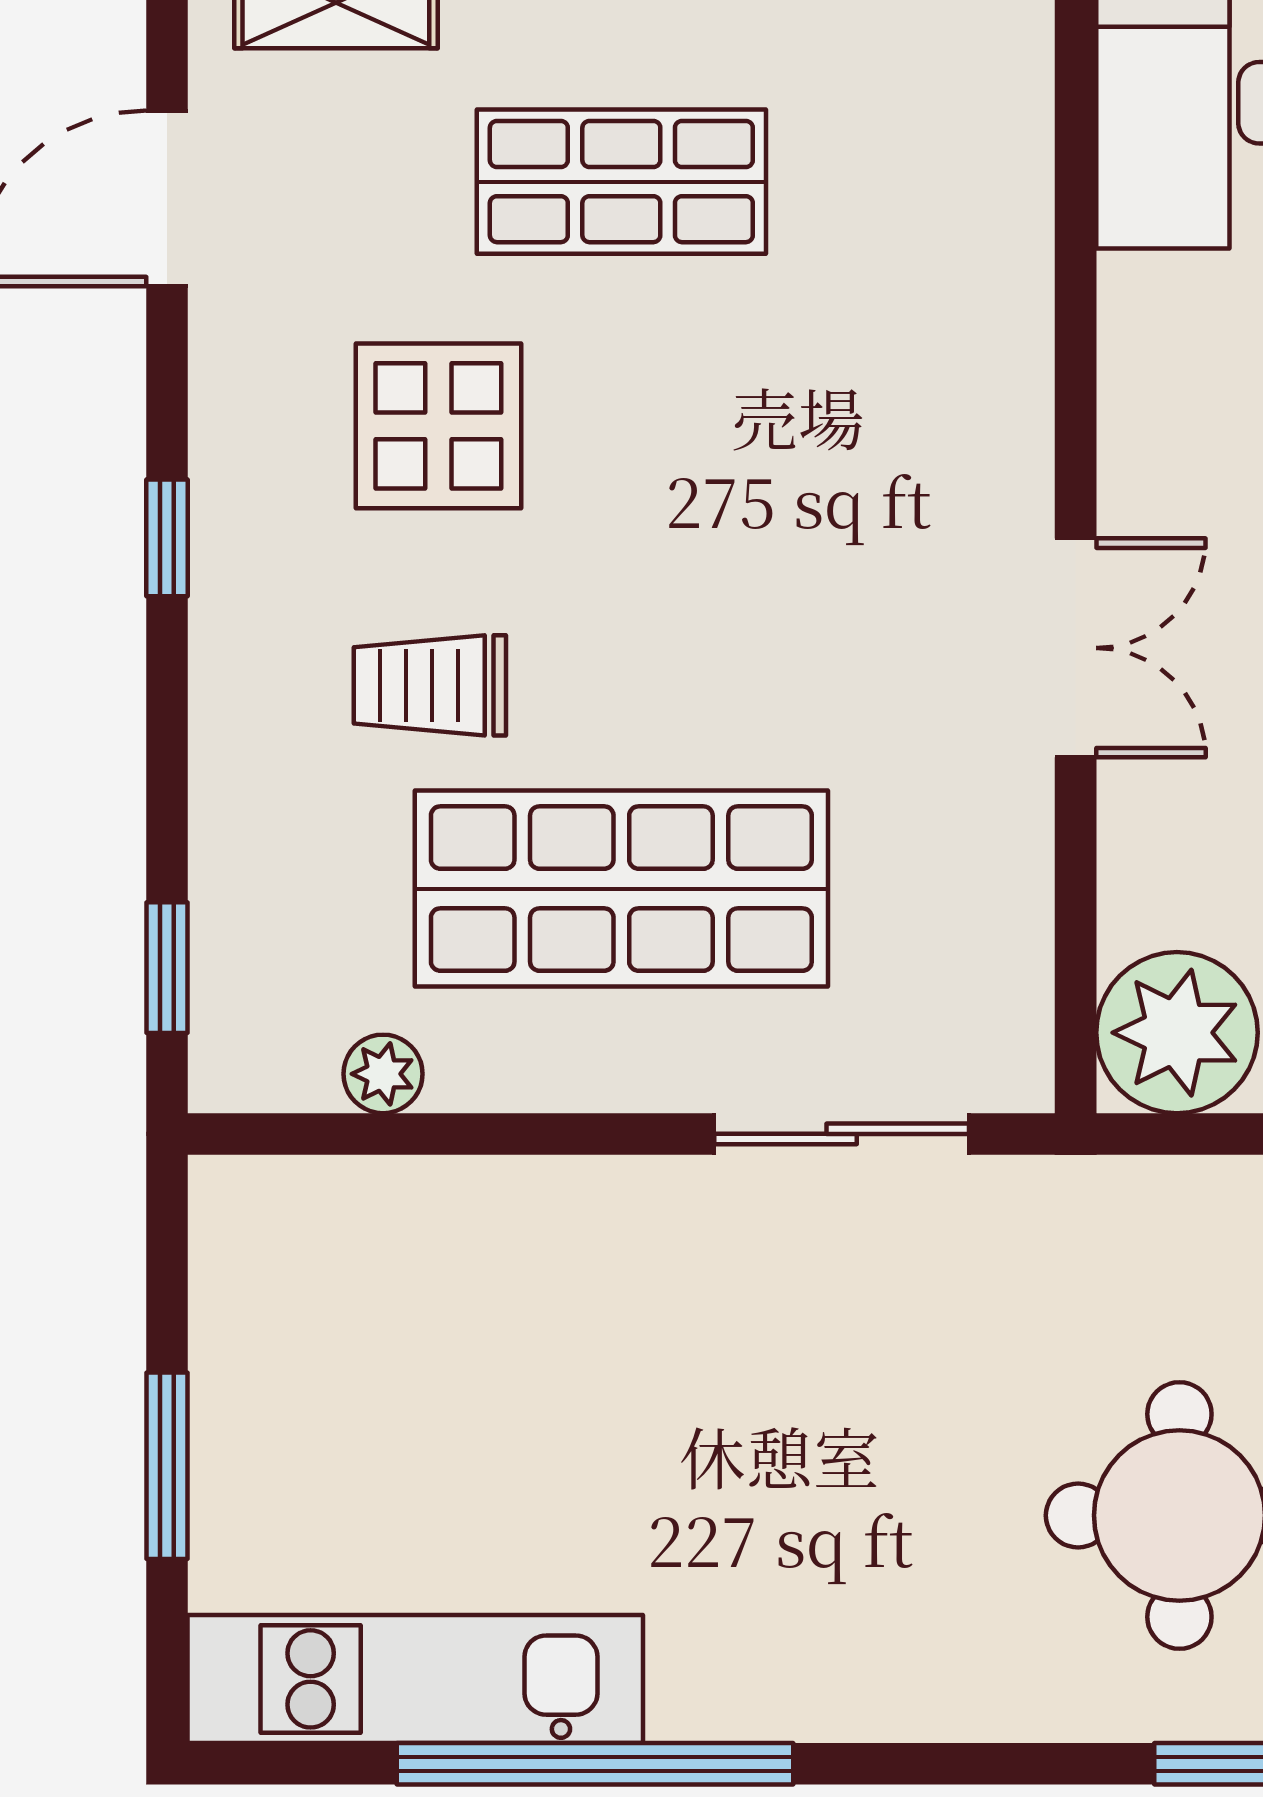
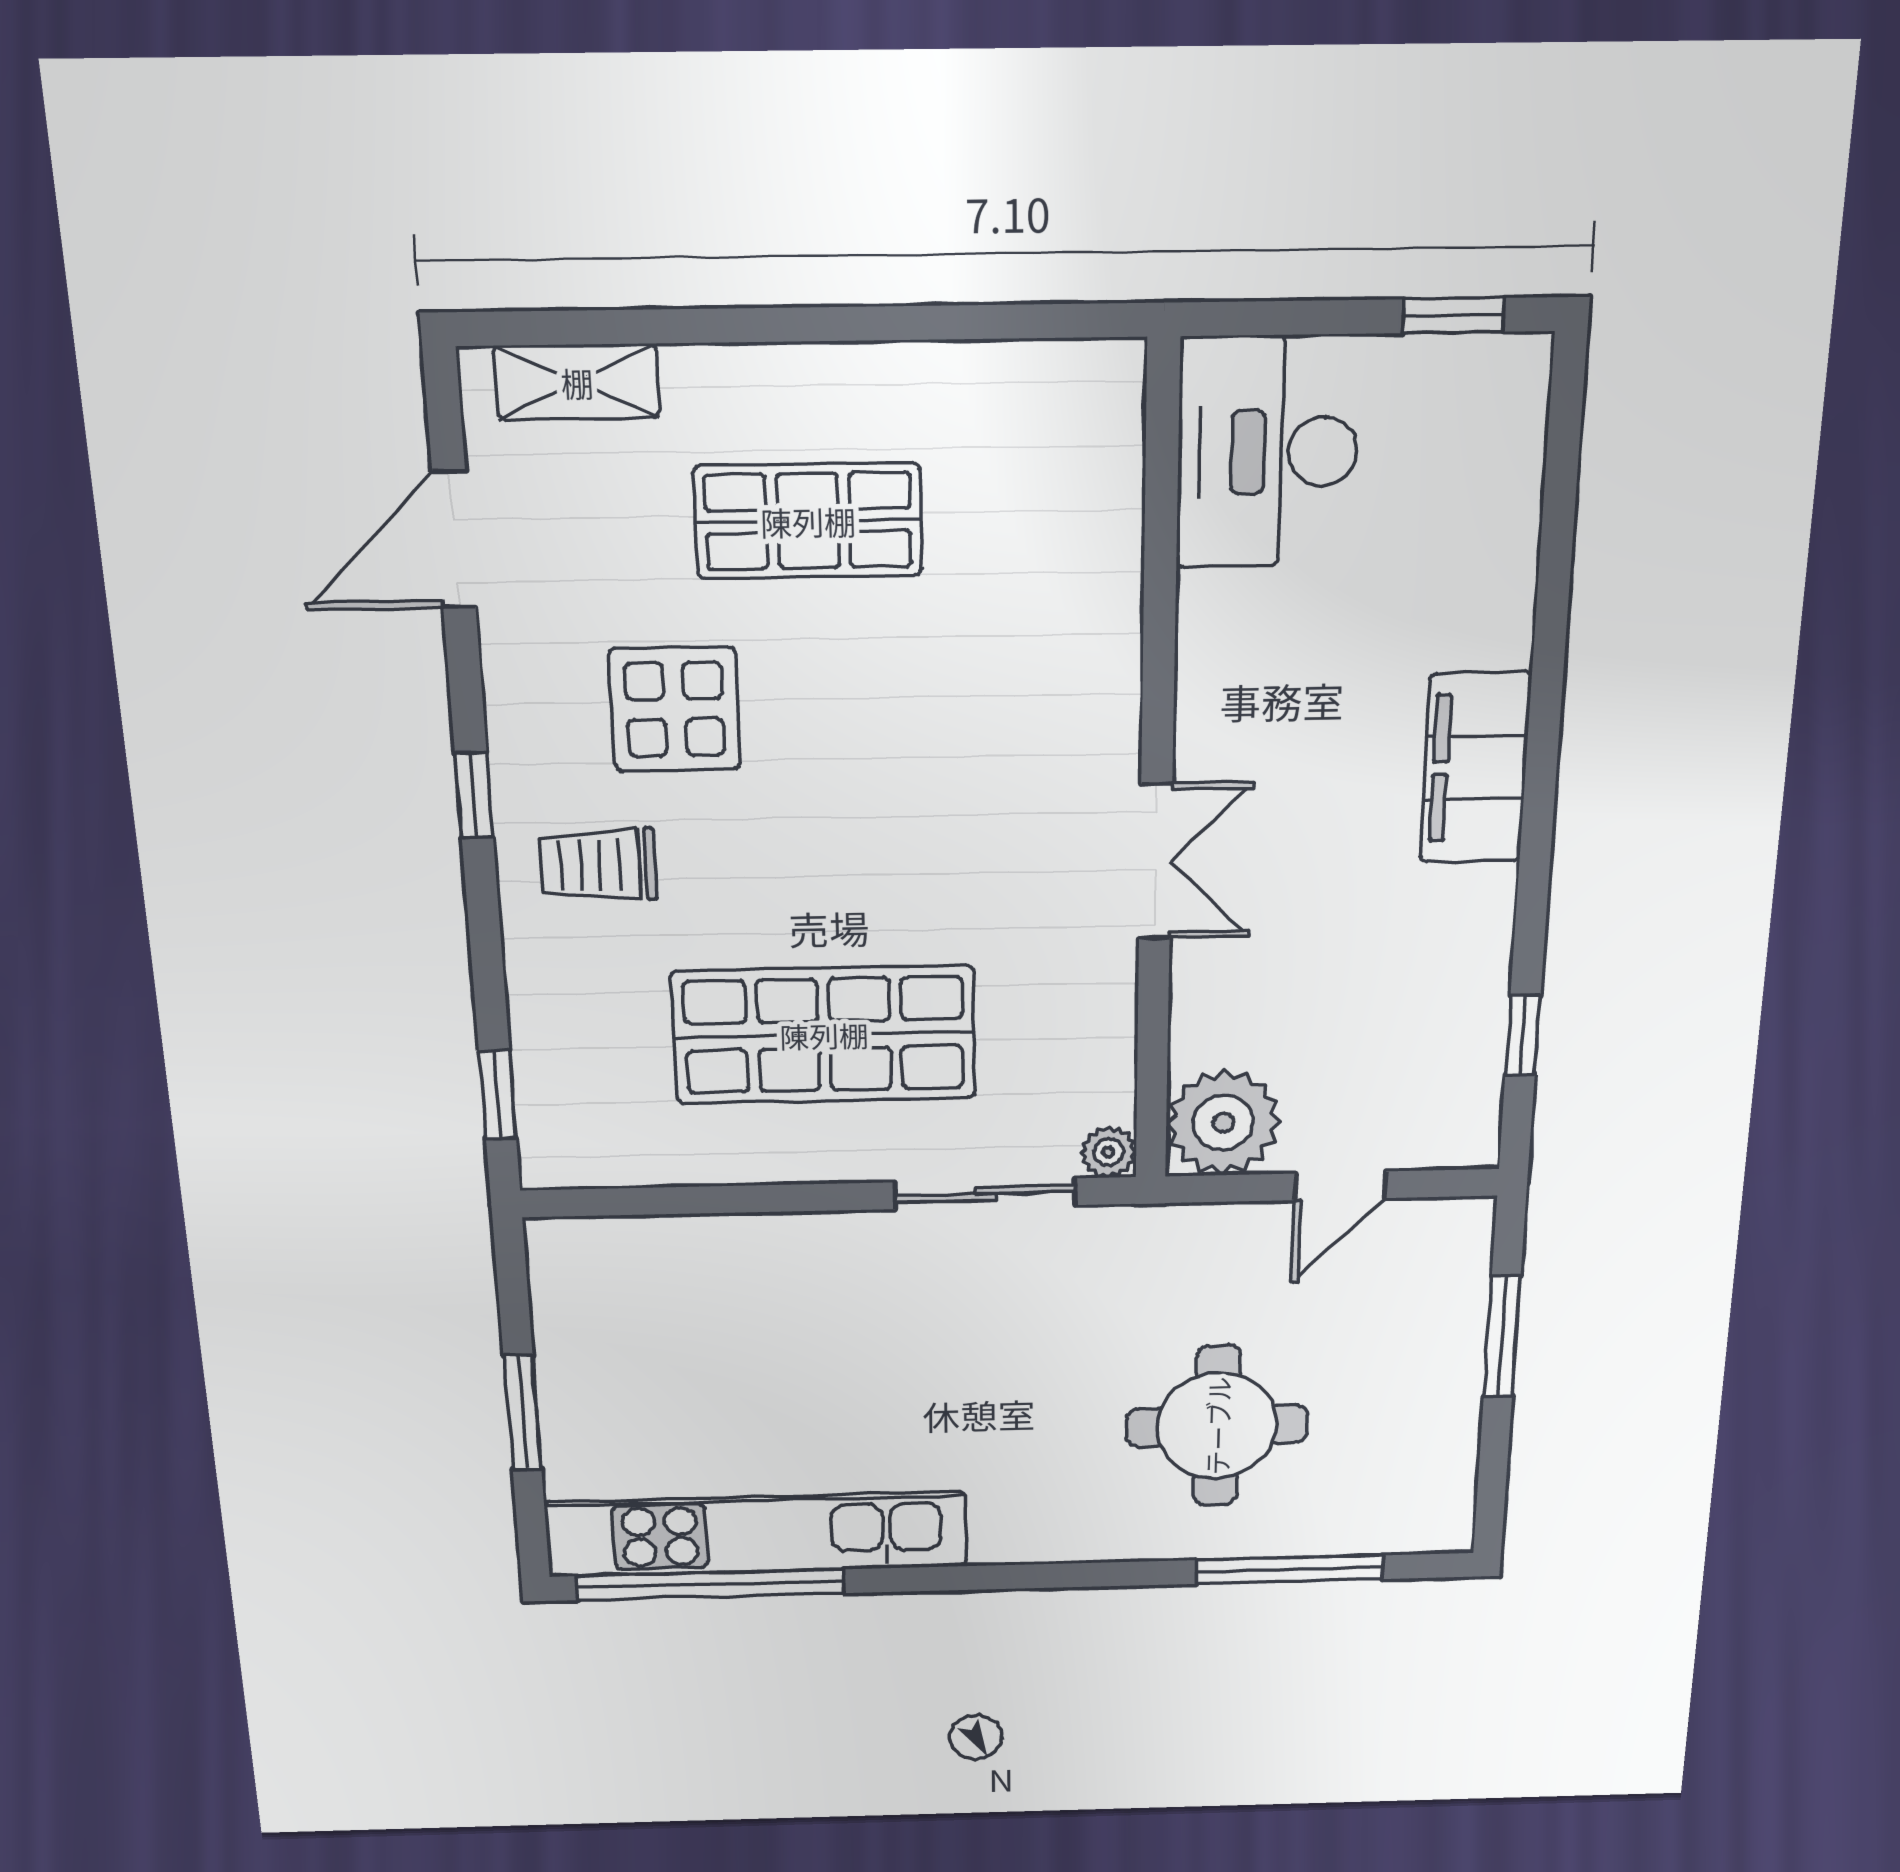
trolley: (430, 685) -> (598, 865), moved
plant: (383, 1074) -> (1108, 1152), moved
kitchen unit: (415, 1679) -> (756, 1534), width x1.36
window: (595, 1764) -> (711, 1585), moved

